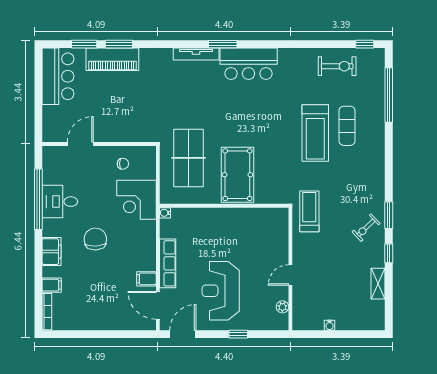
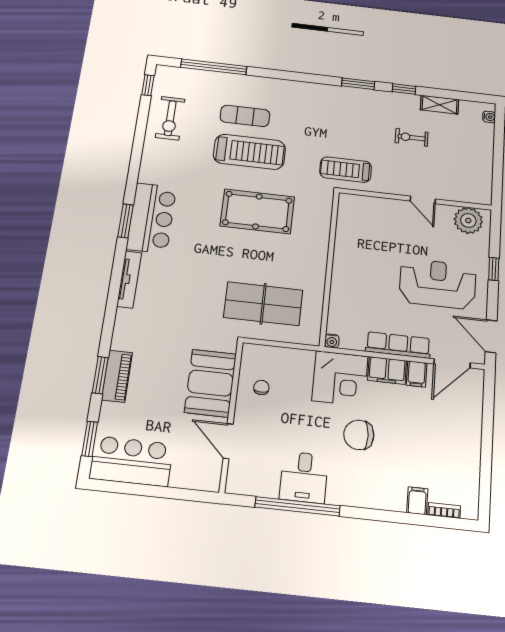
window: (84, 44) -> (90, 439), moved
window: (223, 44) -> (126, 221), moved
piano: (112, 59) -> (117, 376), width x0.73, depth x0.75
exercise bike: (337, 66) -> (170, 118), turned 180
booth: (122, 126) -> (210, 383), added
pool table: (237, 175) -> (257, 211), moved
corner desk: (136, 200) -> (340, 378), moved
exercise bike: (366, 228) -> (412, 137), moved, turned 134
filing cabinet: (52, 252) -> (387, 370), moved, turned 180
reception desk: (221, 291) -> (438, 284), turned 180
plant: (282, 307) -> (468, 220), width x1.88, depth x1.88
bookcase: (47, 312) -> (444, 510), width x0.64
water cooler: (330, 325) -> (489, 117), moved

